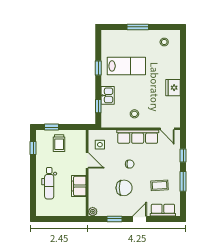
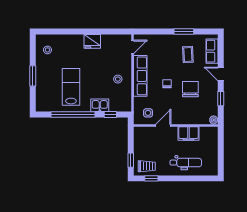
window: (98, 68) -> (73, 115), width x3.17
trolley: (59, 143) -> (147, 166), moved
window: (183, 155) -> (159, 31), removed

